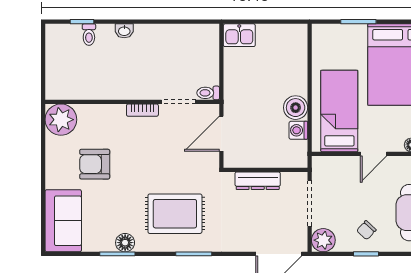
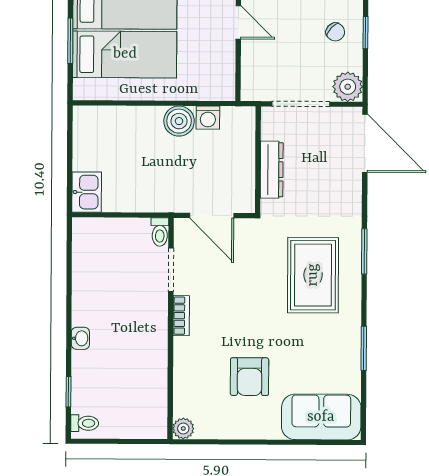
toilet: (89, 35) -> (85, 423), moved
bed: (339, 111) -> (125, 54), moved, turned 180
plant: (61, 120) -> (183, 428), width x0.53, depth x0.53
floor lamp: (125, 243) -> (349, 339), removed

